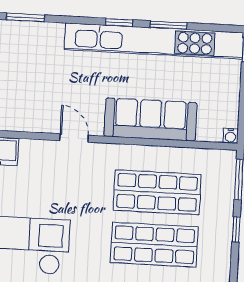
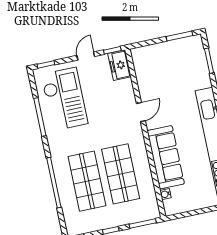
water cooler: (231, 136) -> (165, 194), moved

